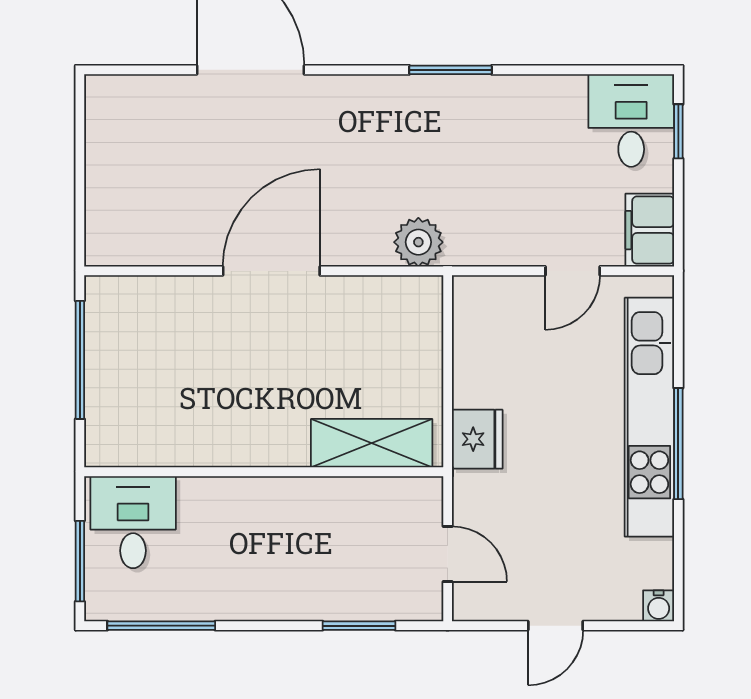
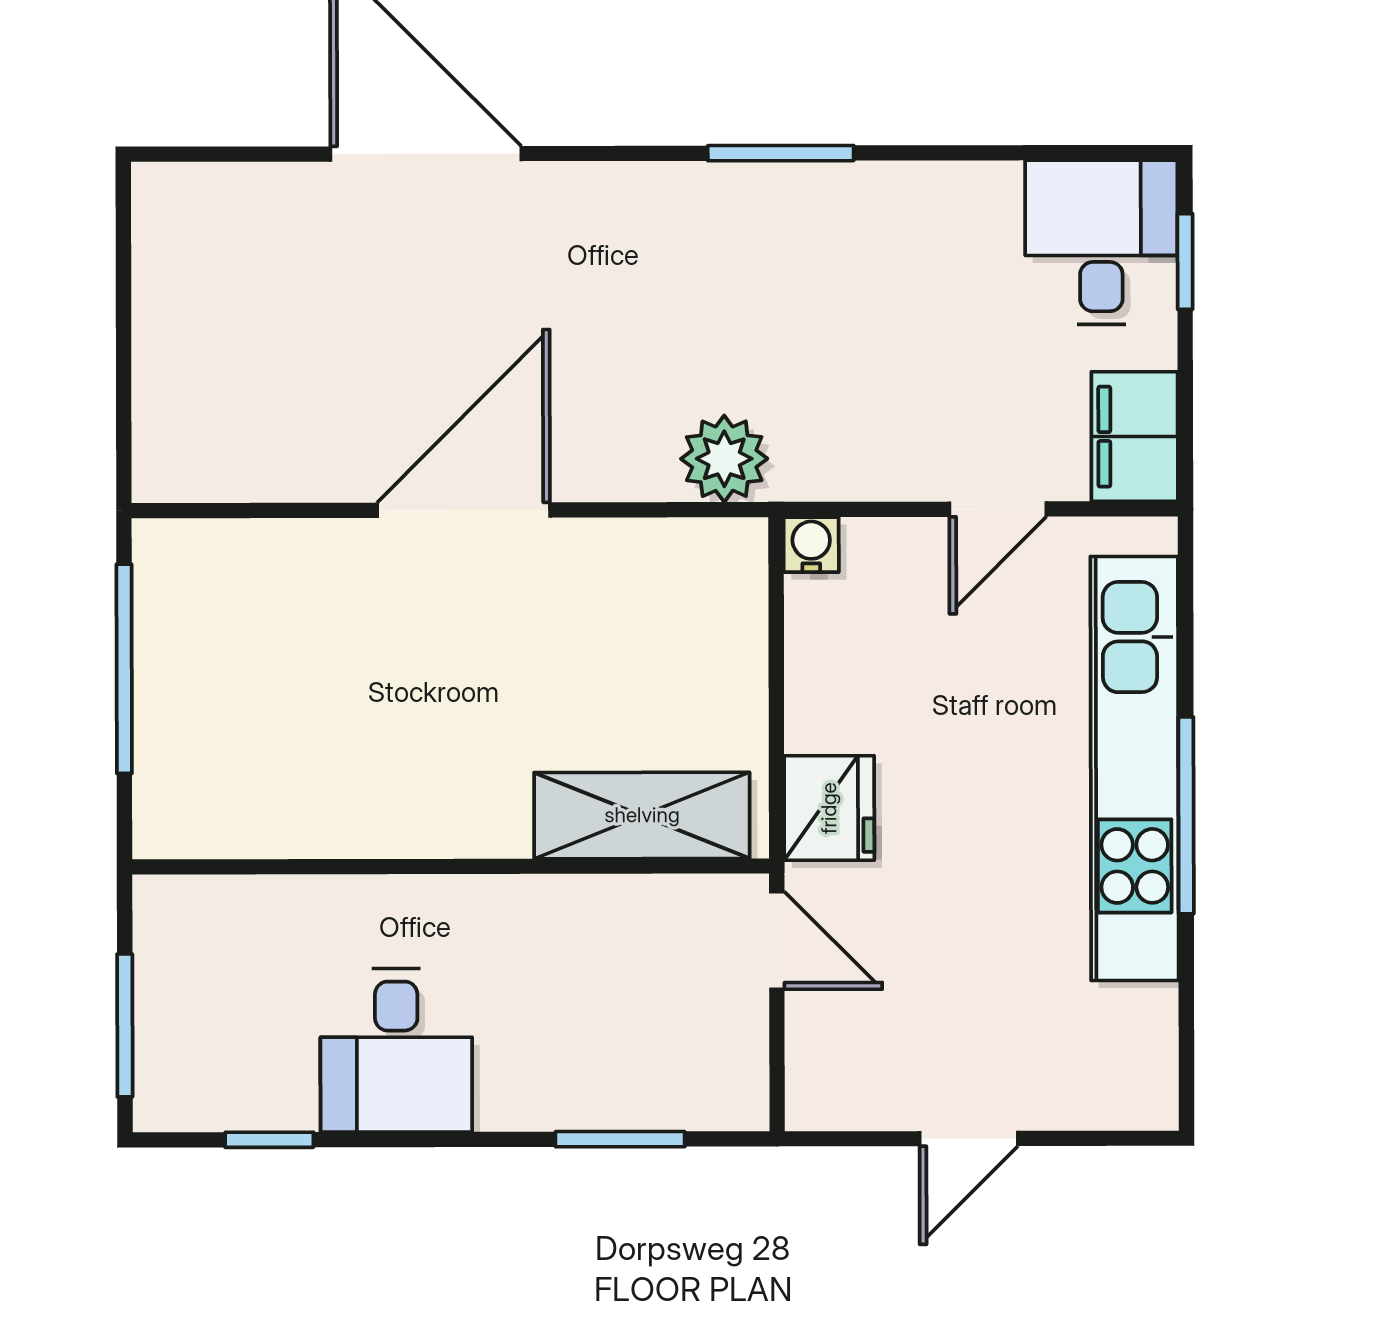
desk: (133, 522) -> (396, 1050), moved, turned 180
door: (448, 554) -> (777, 940), moved
water cooler: (659, 606) -> (811, 545), moved, turned 180
window: (161, 626) -> (269, 1140), width x0.46

